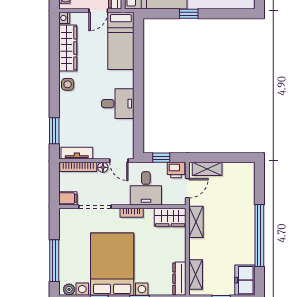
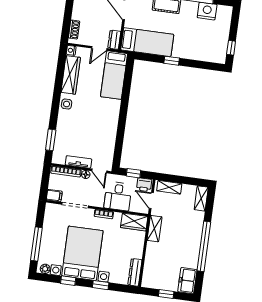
desk: (118, 104) -> (105, 125), removed
tv unit: (77, 153) -> (78, 162), moved
door: (187, 188) -> (151, 201), swing flipped
shelving: (196, 275) -> (201, 198), moved

